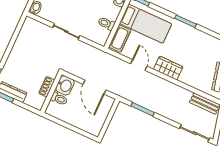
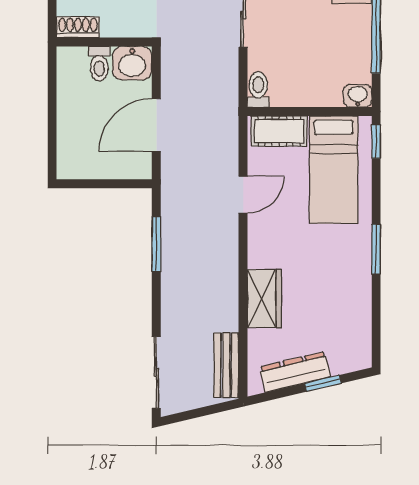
toilet: (106, 24) -> (258, 90), moved
wardrobe: (168, 68) -> (264, 299), moved
shoe rack: (47, 87) -> (78, 27), moved

